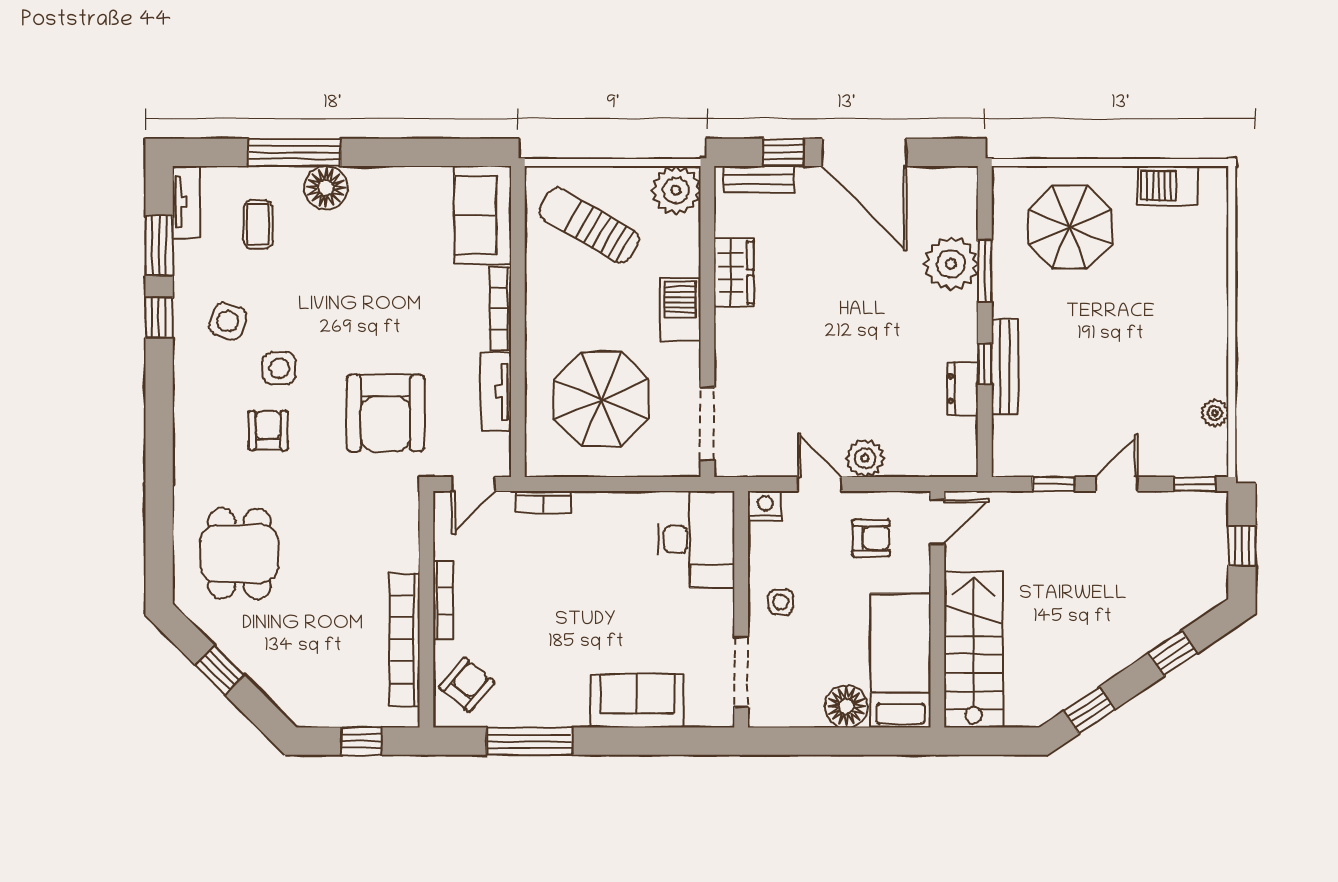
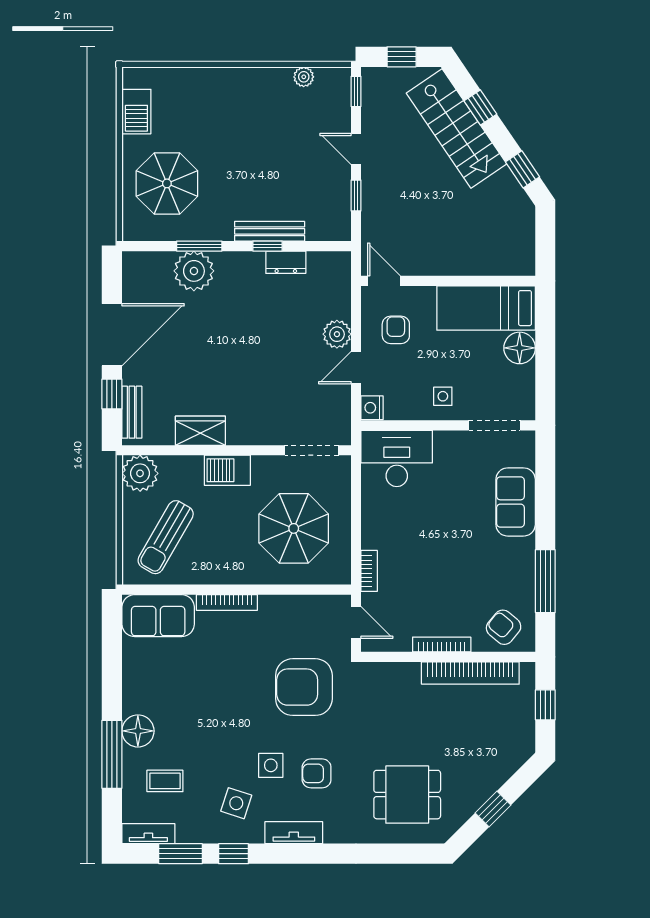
tv unit: (496, 392) -> (294, 833), moved, turned 180
armchair: (385, 413) -> (304, 687), turned 180
stairs: (974, 649) -> (456, 129), moved, turned -124

